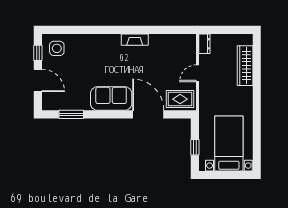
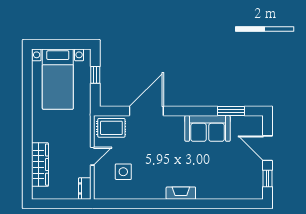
fireplace: (135, 40) -> (181, 193), moved
side table: (57, 48) -> (123, 172), moved
sofa: (111, 99) -> (208, 128), moved
door: (148, 114) -> (146, 111), swing flipped

